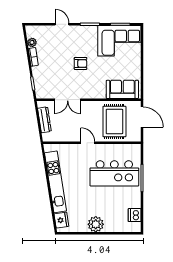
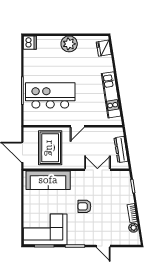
sofa: (122, 89) -> (48, 180), width x1.36
door: (88, 143) -> (77, 126), hinge flipped
kitchen unit: (55, 182) -> (111, 95), width x0.73
dishwasher: (135, 215) -> (30, 43), moved

